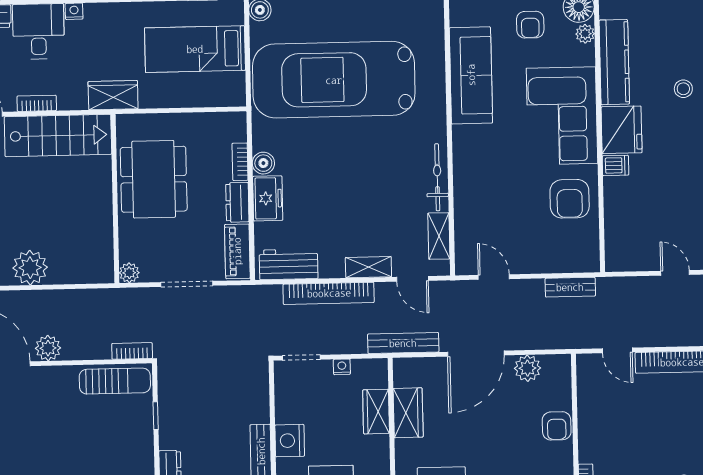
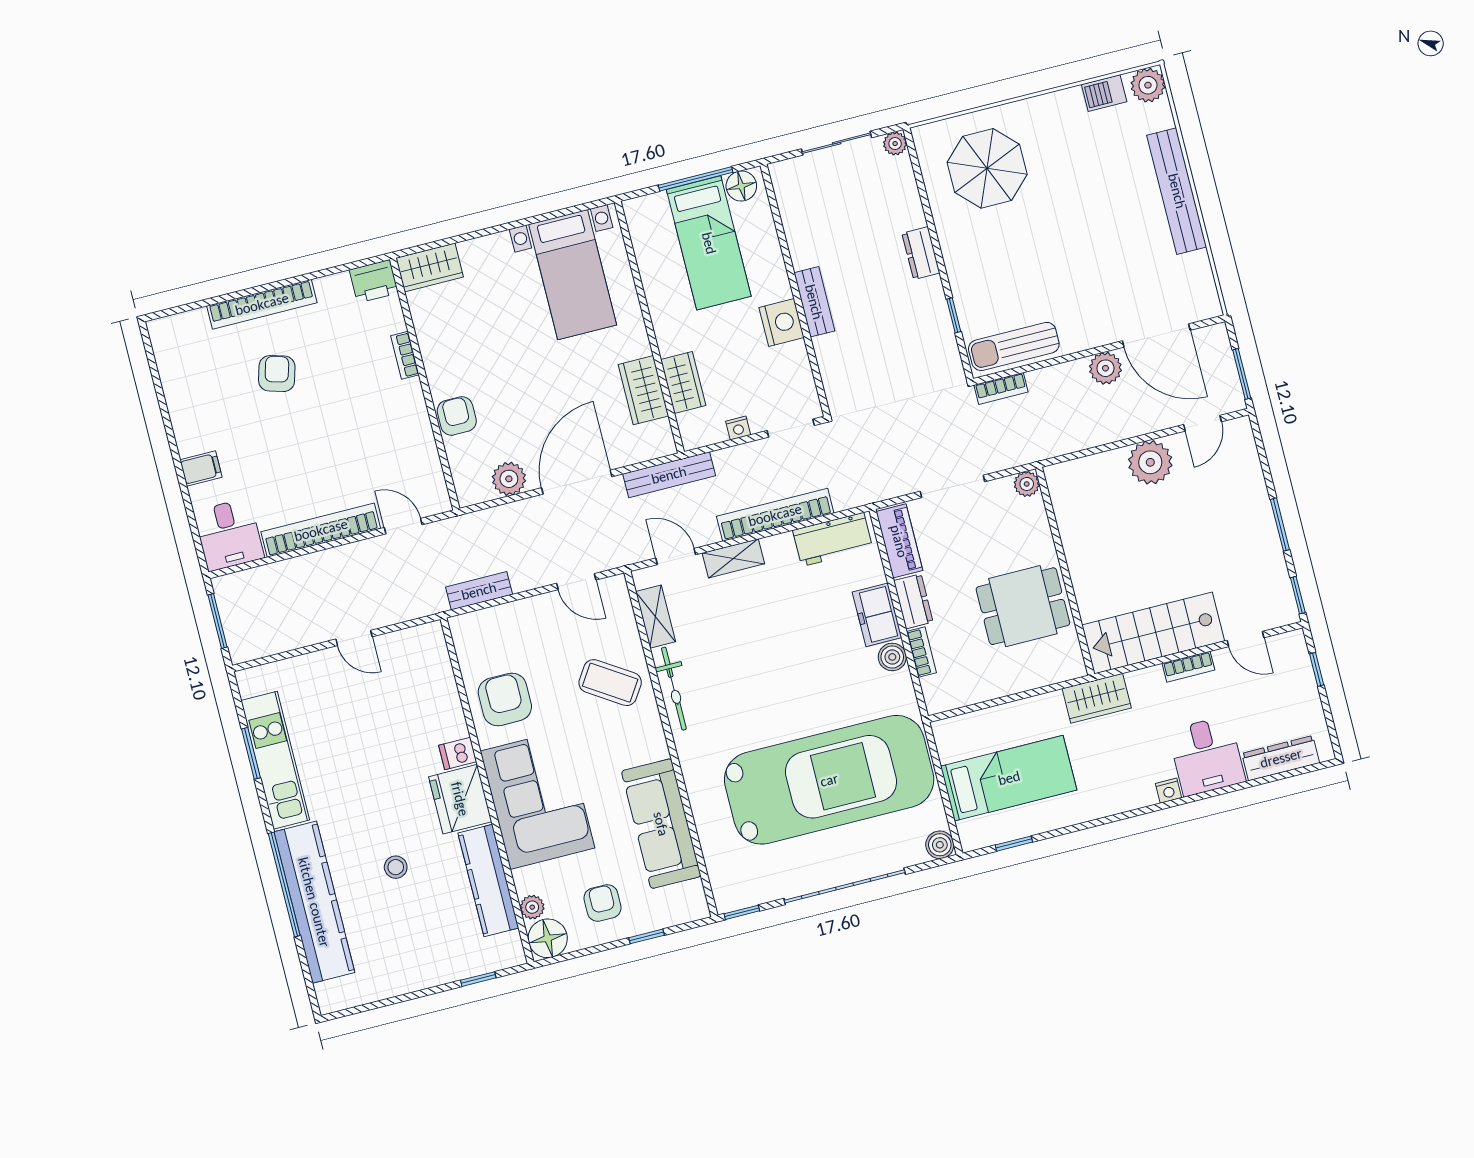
dining table: (154, 179) -> (1023, 606), width x0.73
coffee table: (485, 193) -> (610, 683), added

